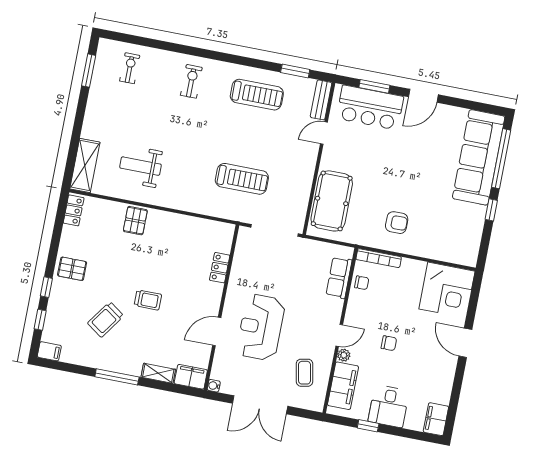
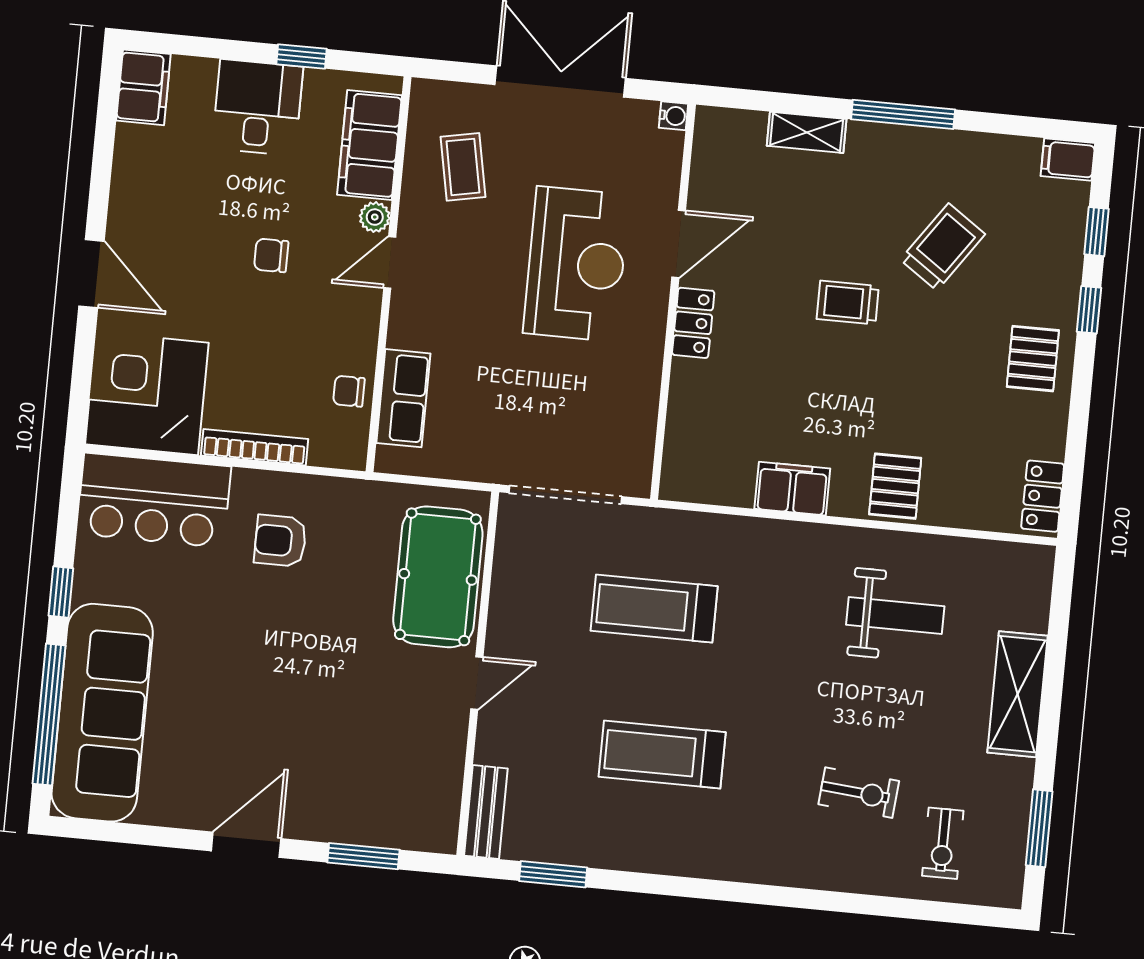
exercise bike: (191, 81) -> (859, 793), moved, turned -85
treadmill: (257, 95) -> (662, 754), moved
bar counter: (370, 107) -> (154, 500), moved, turned 180
door: (324, 133) -> (477, 683), moved
shelving: (85, 166) -> (1017, 694), moved
bookcase: (379, 258) -> (255, 447), moved
locker: (220, 268) -> (693, 323), moved
pallet: (72, 269) -> (1033, 359), turned 90
filing cabinet: (191, 377) -> (792, 489), moved, turned 180

